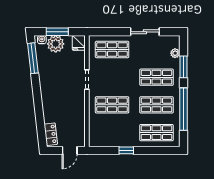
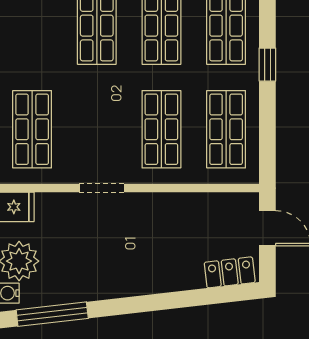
shop shelf: (112, 133) -> (226, 129), added
window: (126, 150) -> (267, 65), moved

